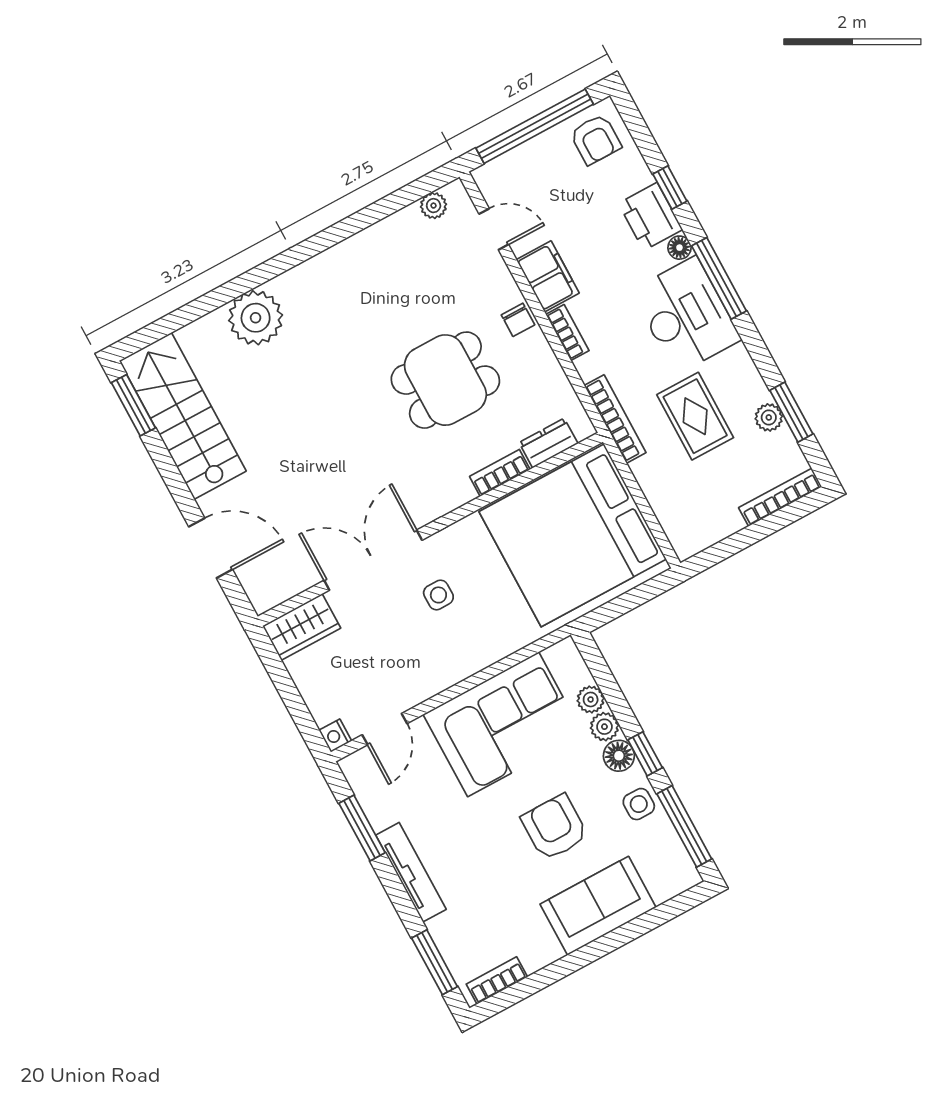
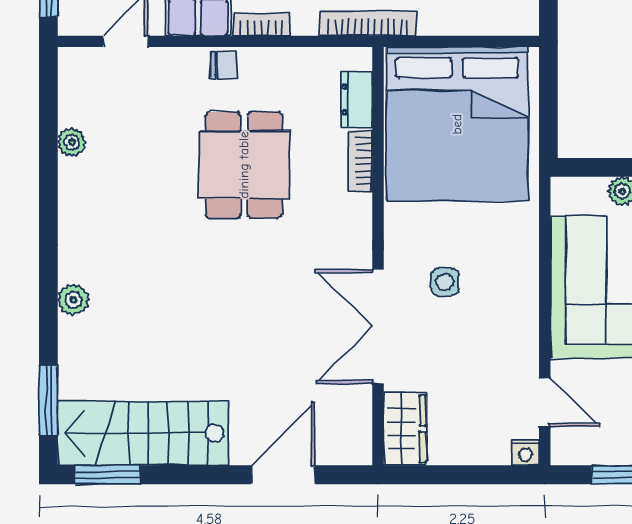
plant: (434, 206) -> (72, 142), moved
plant: (256, 318) -> (73, 300), width x0.53, depth x0.53
window: (168, 324) -> (48, 400), added

